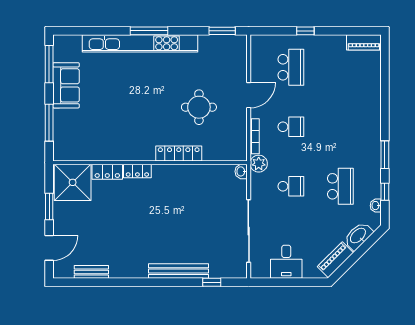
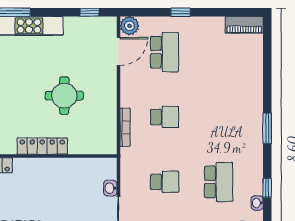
window: (222, 31) -> (90, 12), width x0.67
door: (249, 95) -> (118, 51), moved
window: (385, 155) -> (267, 128), moved
plant: (259, 164) -> (129, 26), moved
washbasin: (241, 171) -> (110, 188), moved

